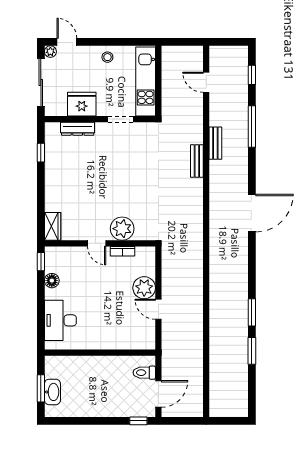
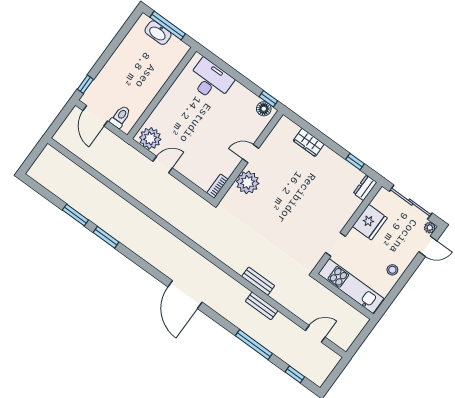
dresser: (78, 129) -> (365, 188), moved, width x0.70
wardrobe: (53, 226) -> (309, 142), moved
bookcase: (123, 251) -> (217, 186), moved
floor lamp: (52, 281) -> (264, 109), moved
plant: (144, 288) -> (150, 138), moved
window: (41, 388) -> (168, 25), width x1.44

